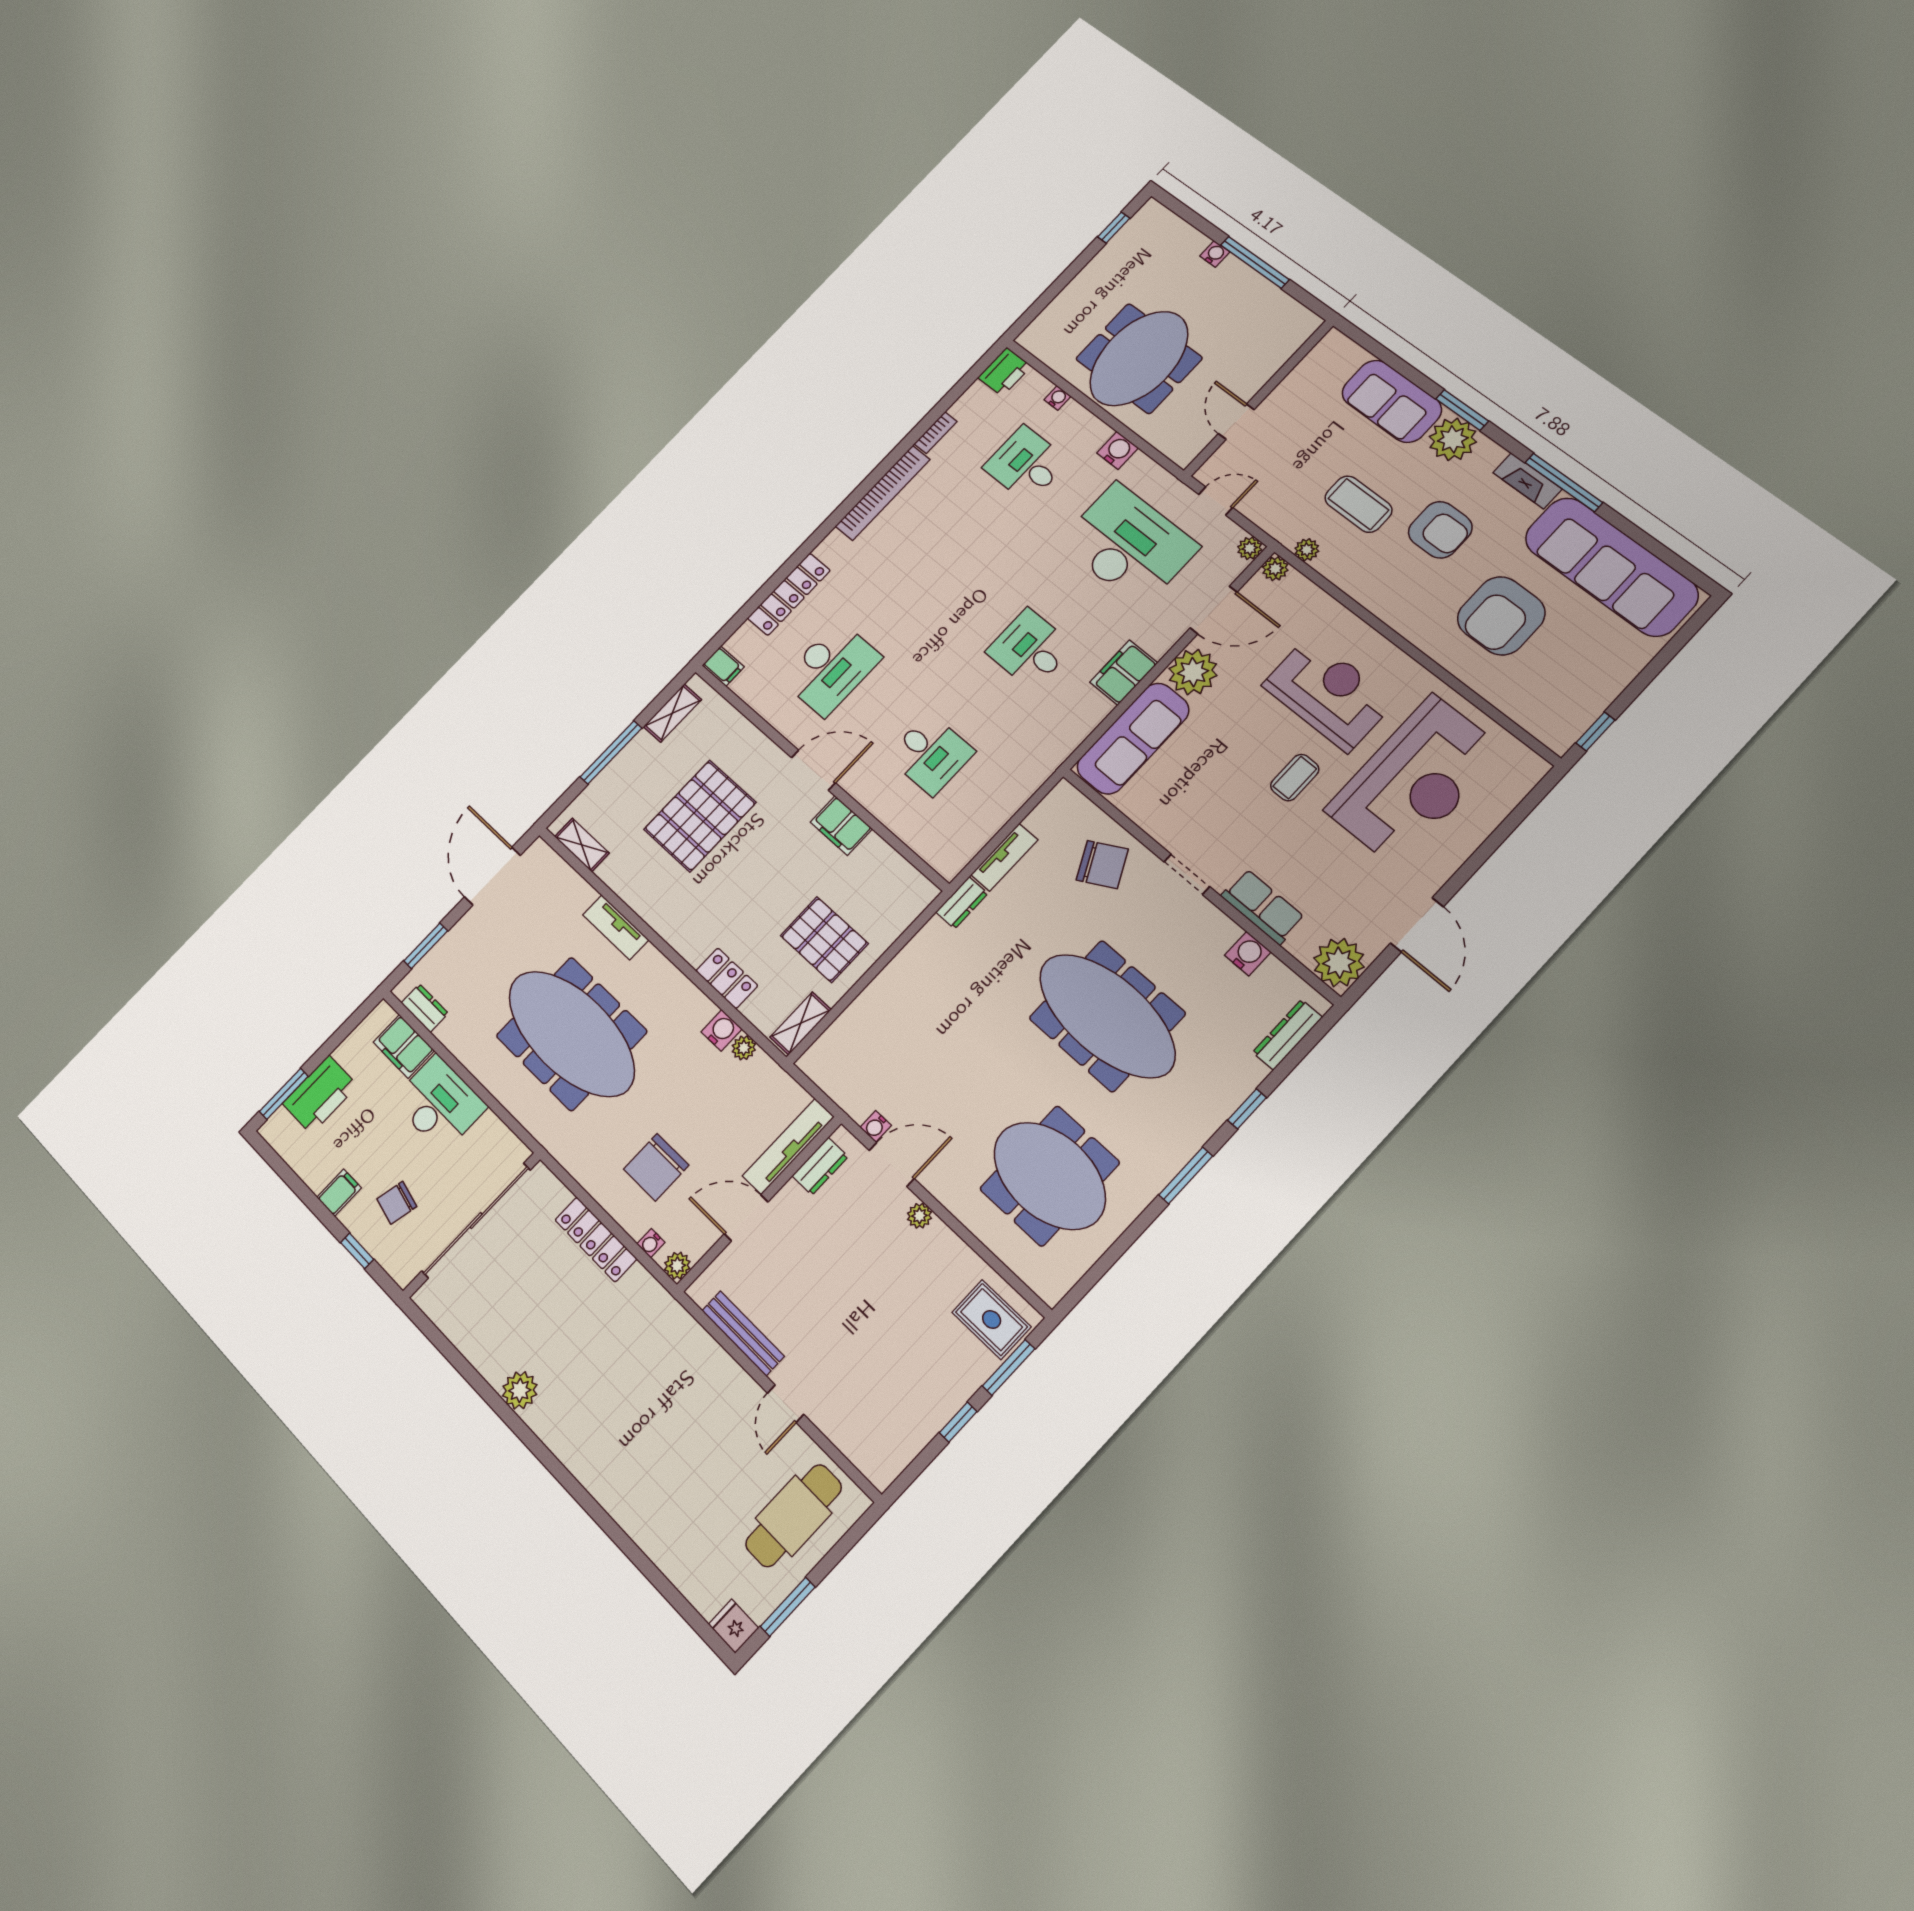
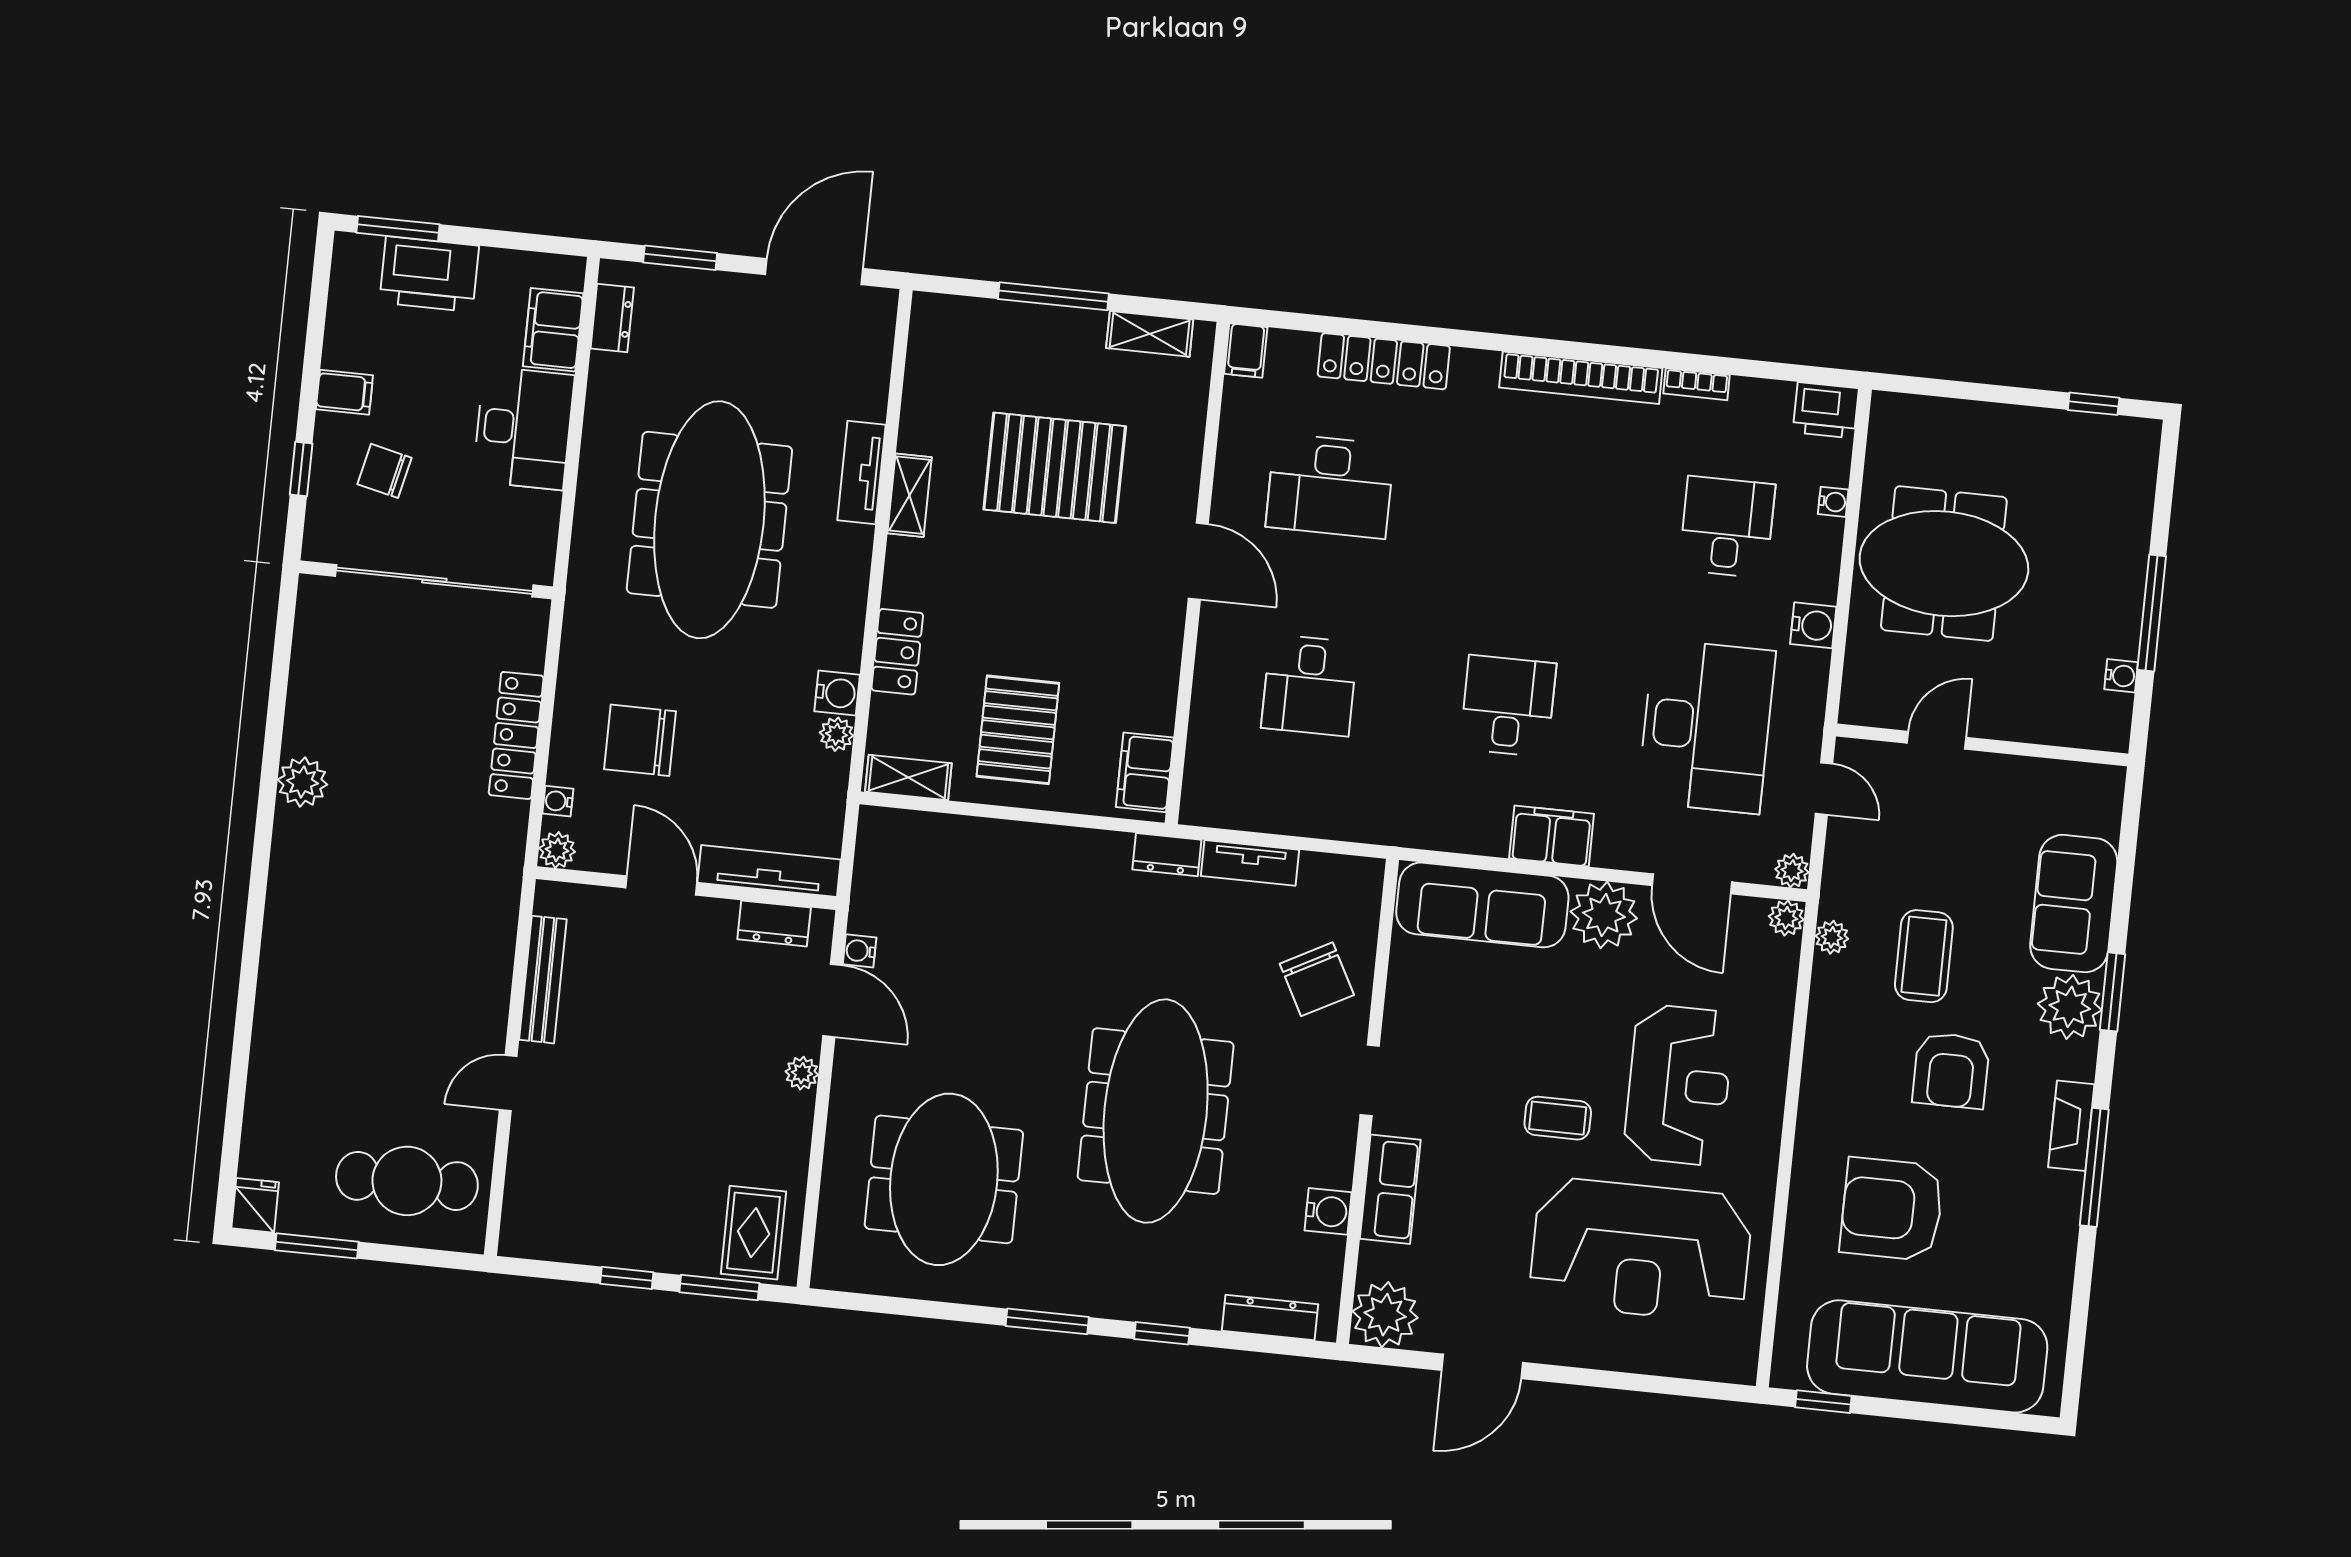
water cooler: (1215, 254) -> (2121, 676), moved
sofa: (1611, 567) -> (1927, 1356), moved, turned 90
filing cabinet: (841, 826) -> (1145, 772), moved
shelving: (582, 845) -> (910, 495), moved

